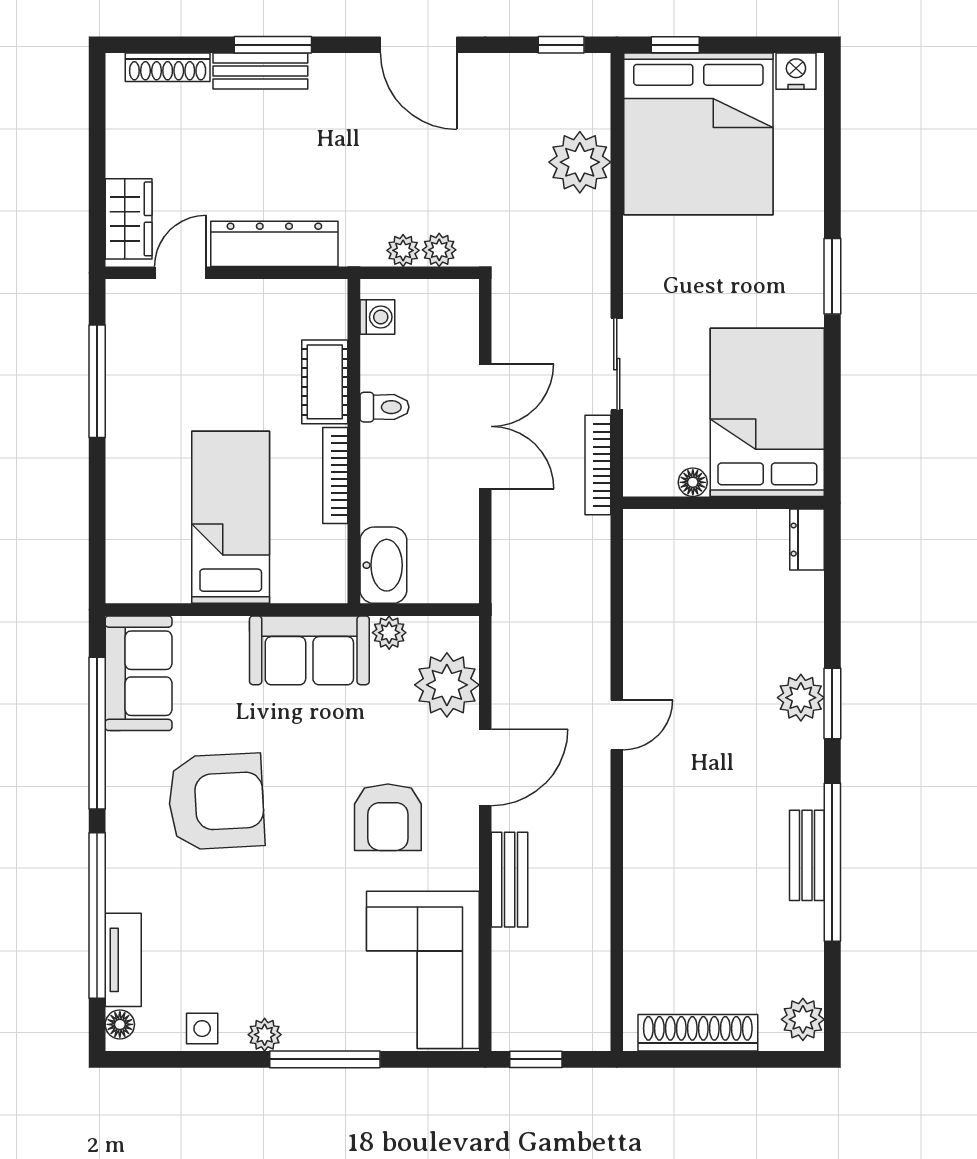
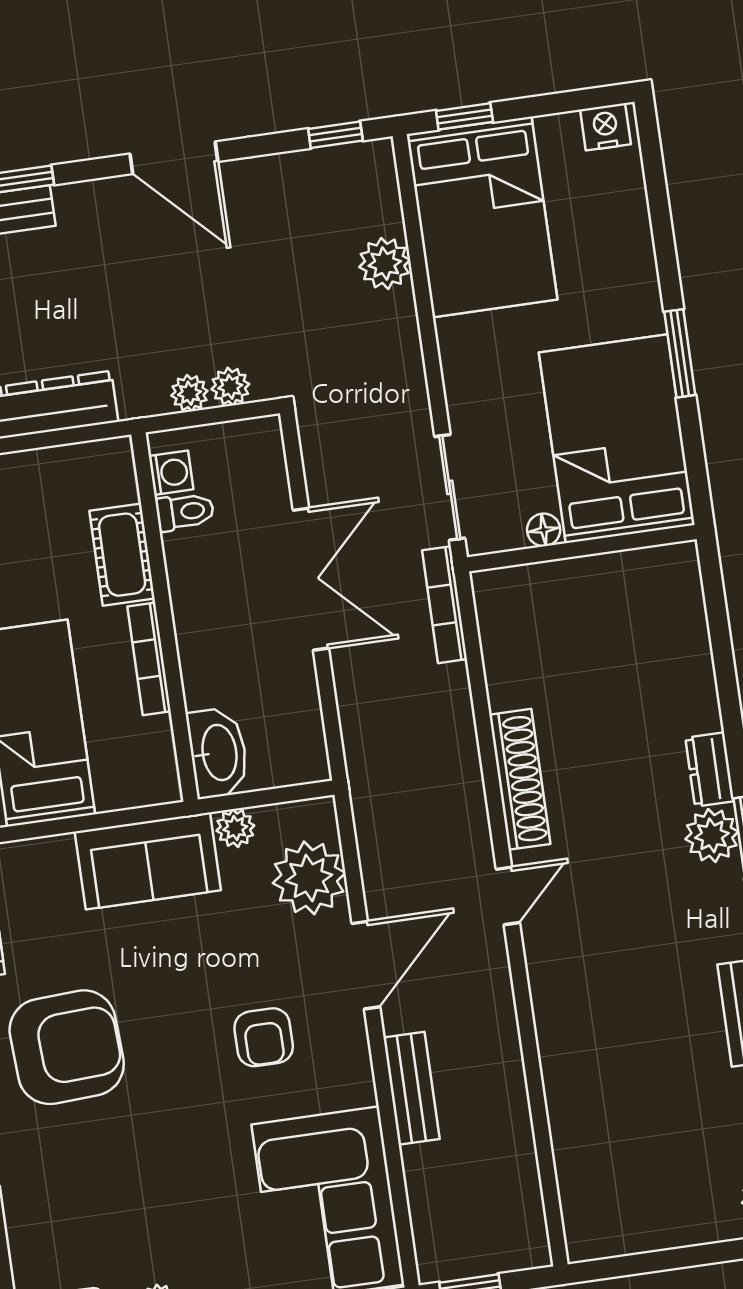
bed: (698, 134) -> (483, 217), width x0.73
plant: (580, 162) -> (385, 263), width x0.73, depth x0.73
toilet: (384, 407) -> (185, 512), moved
bed: (767, 412) -> (617, 439), moved
floor lamp: (693, 482) -> (544, 530), moved
wall: (724, 503) -> (582, 548), moved
dresser: (807, 540) -> (710, 769), moved
armchair: (388, 817) -> (264, 1037), width x0.72, depth x0.72
shoe rack: (698, 1033) -> (520, 779), moved, turned 90

